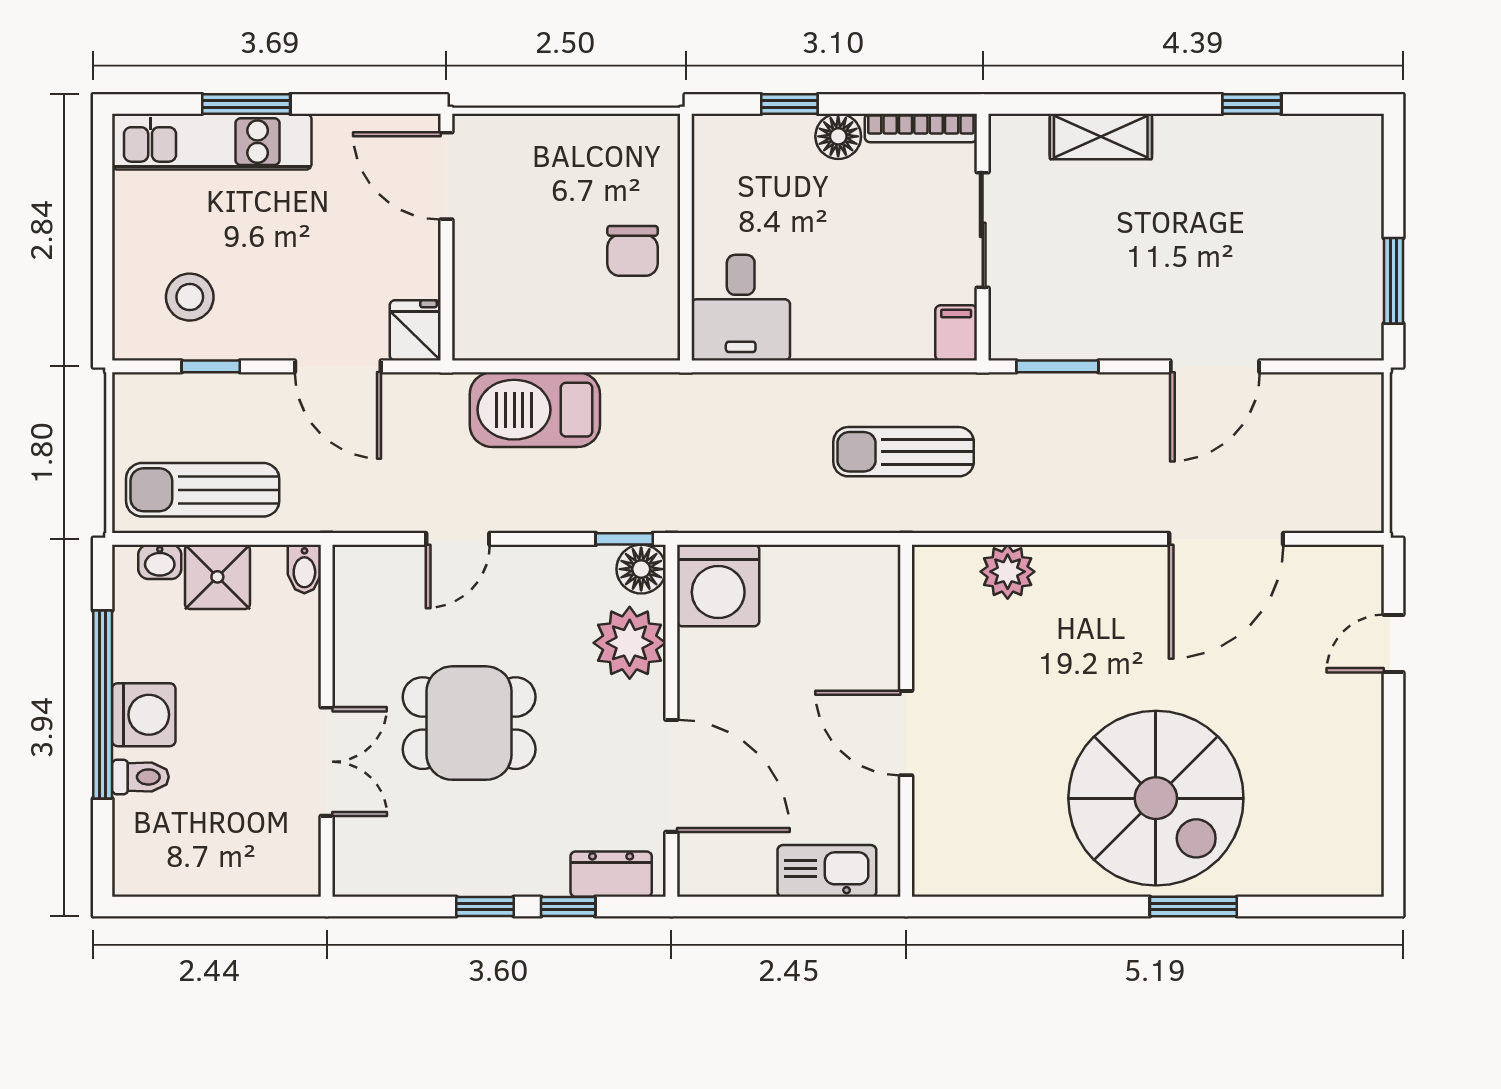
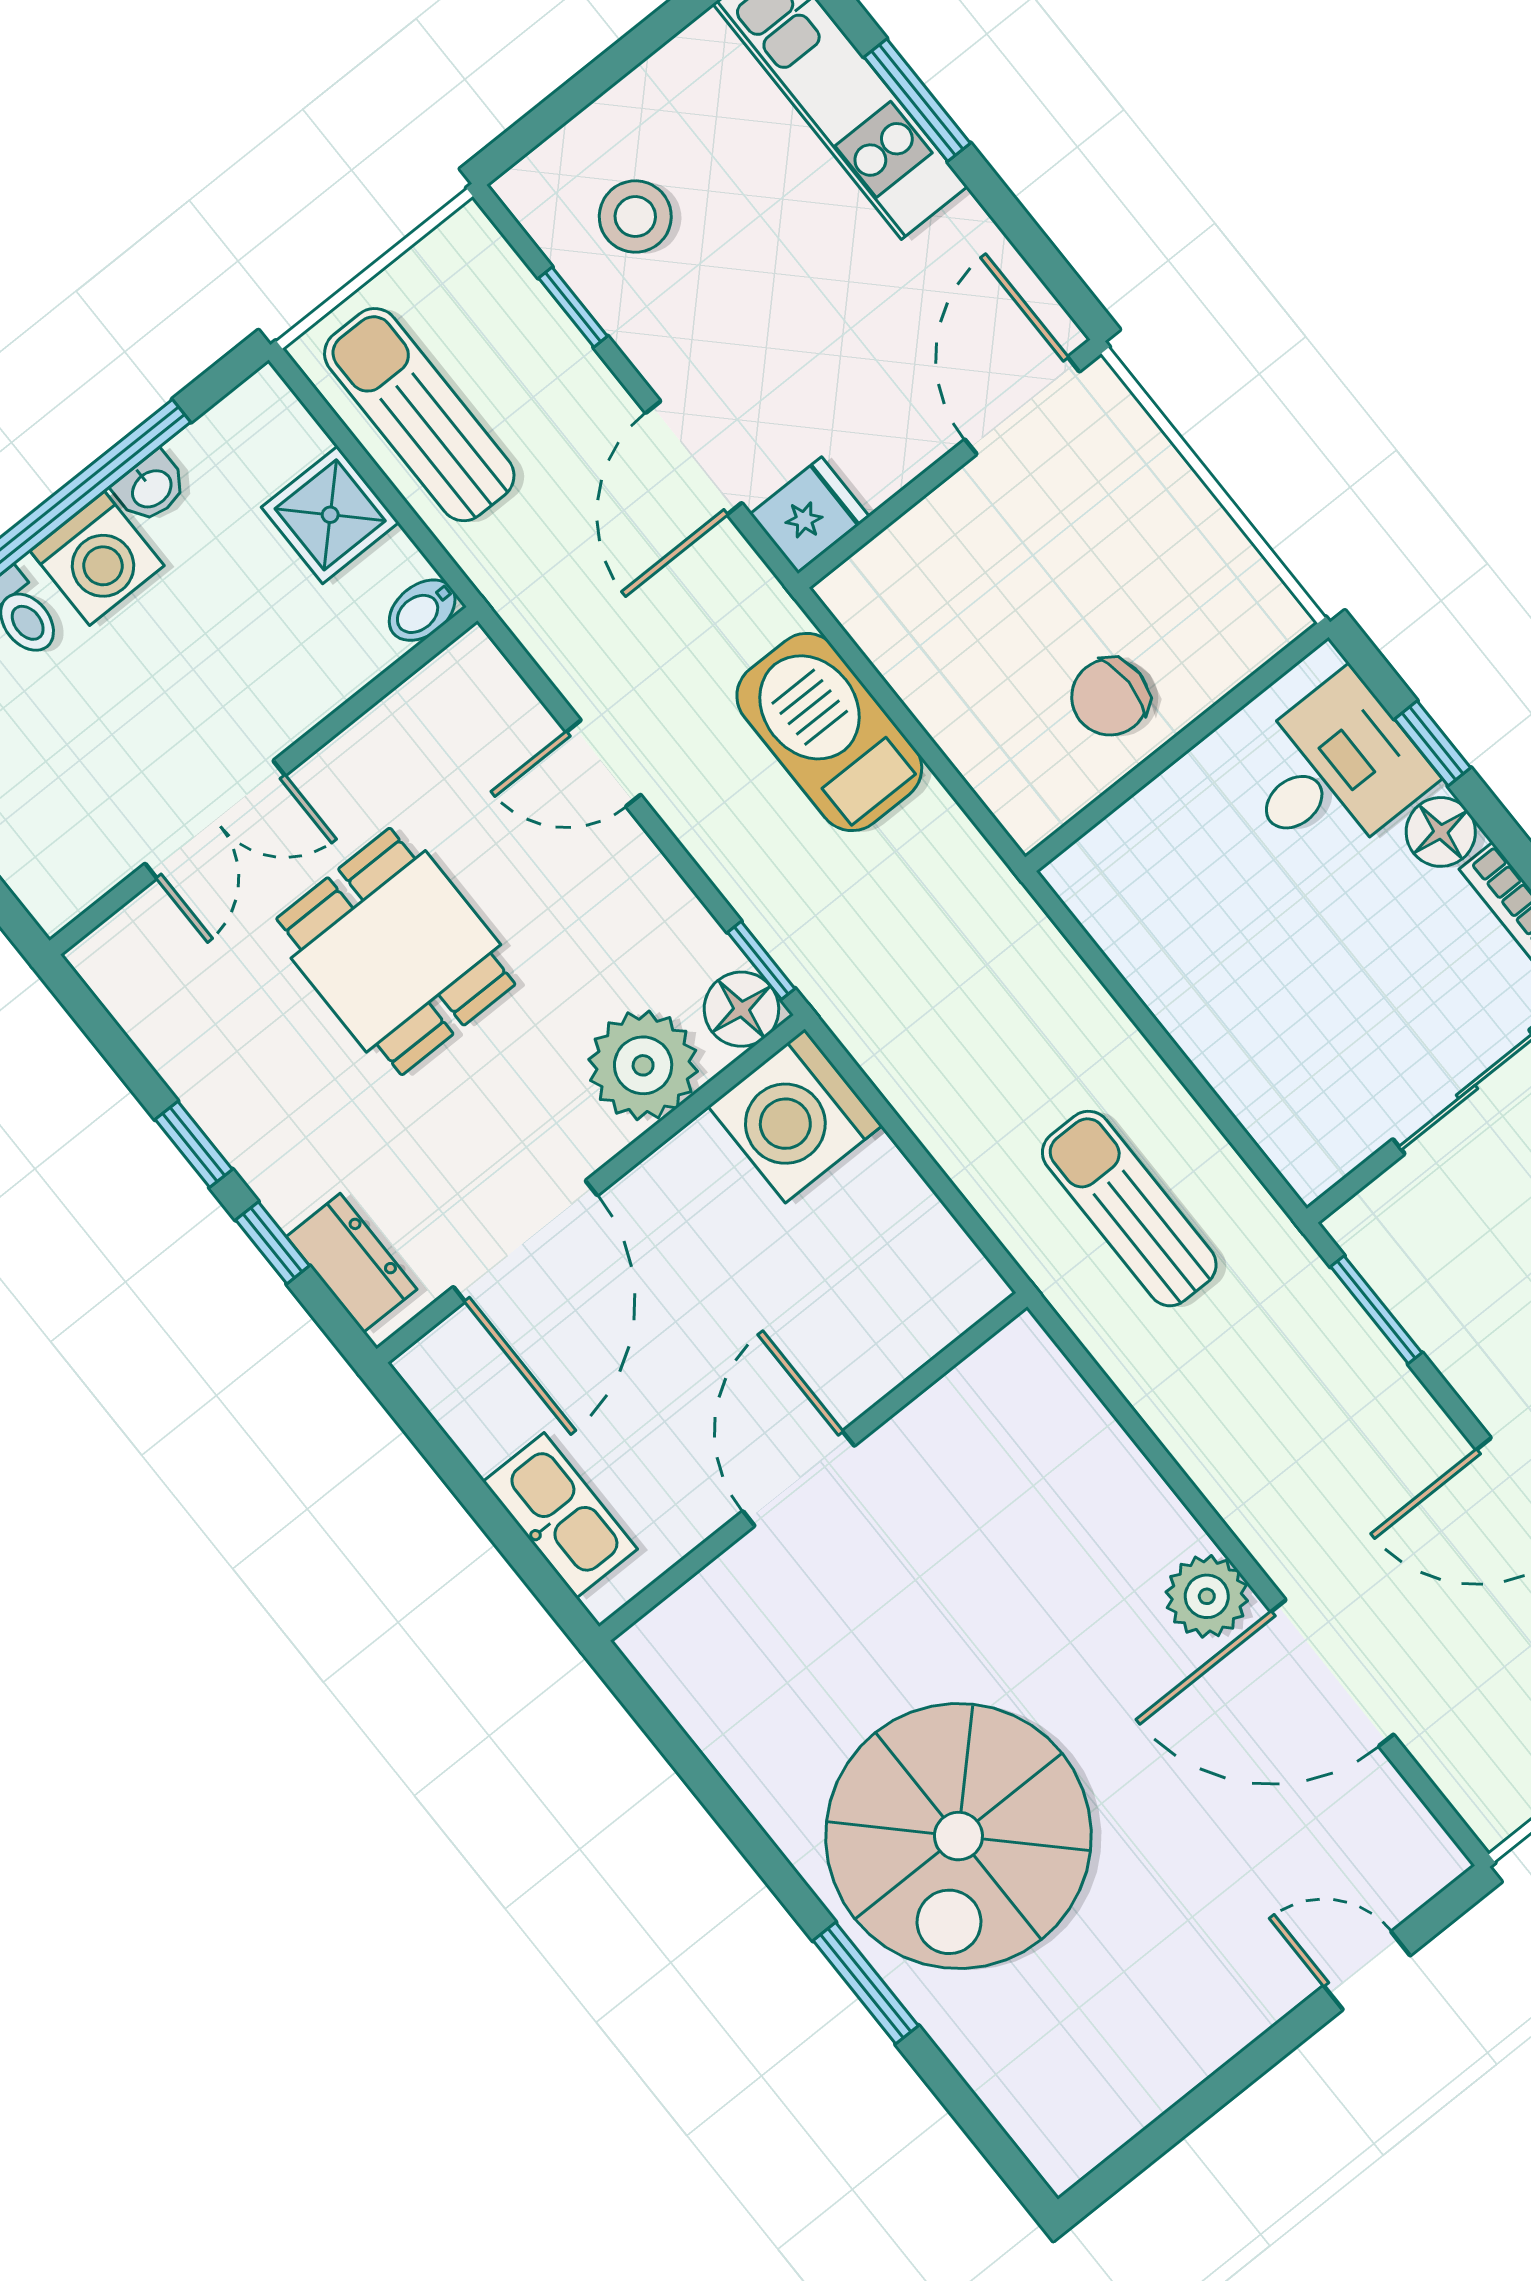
desk: (741, 308) -> (1333, 771), moved, turned 180
filing cabinet: (956, 333) -> (1320, 1158), removed
washbasin: (160, 562) -> (151, 488), moved, turned -90
plant: (1008, 572) -> (1207, 1596), moved

